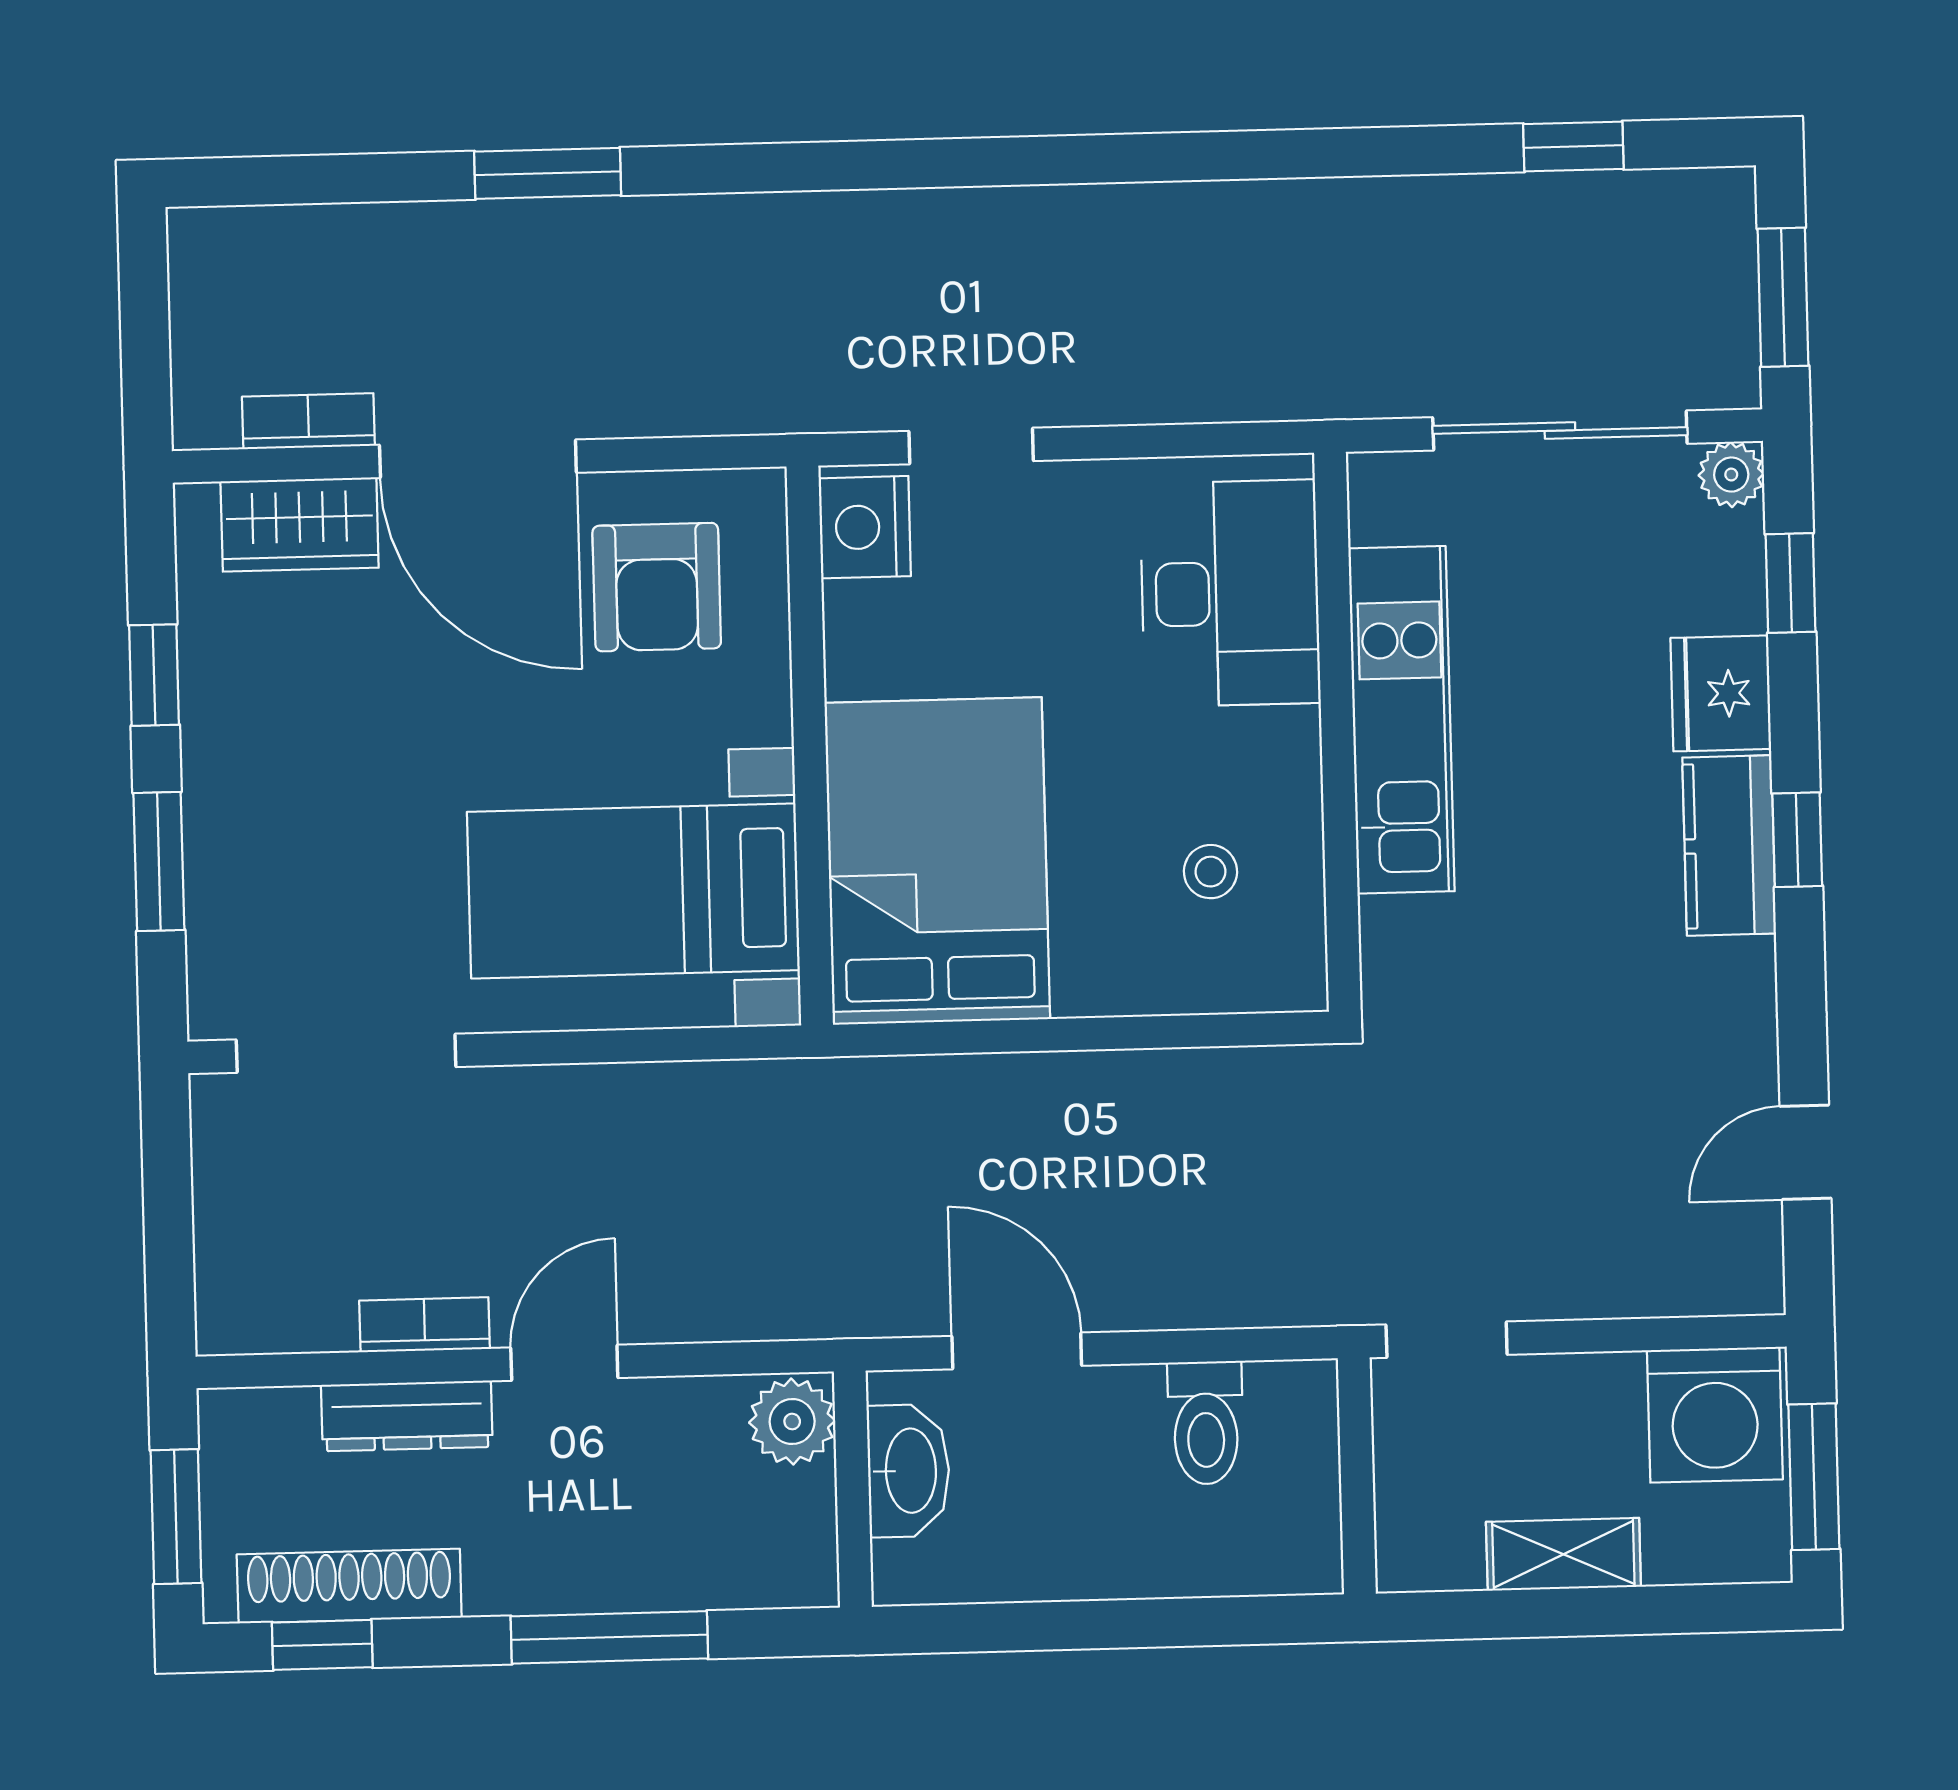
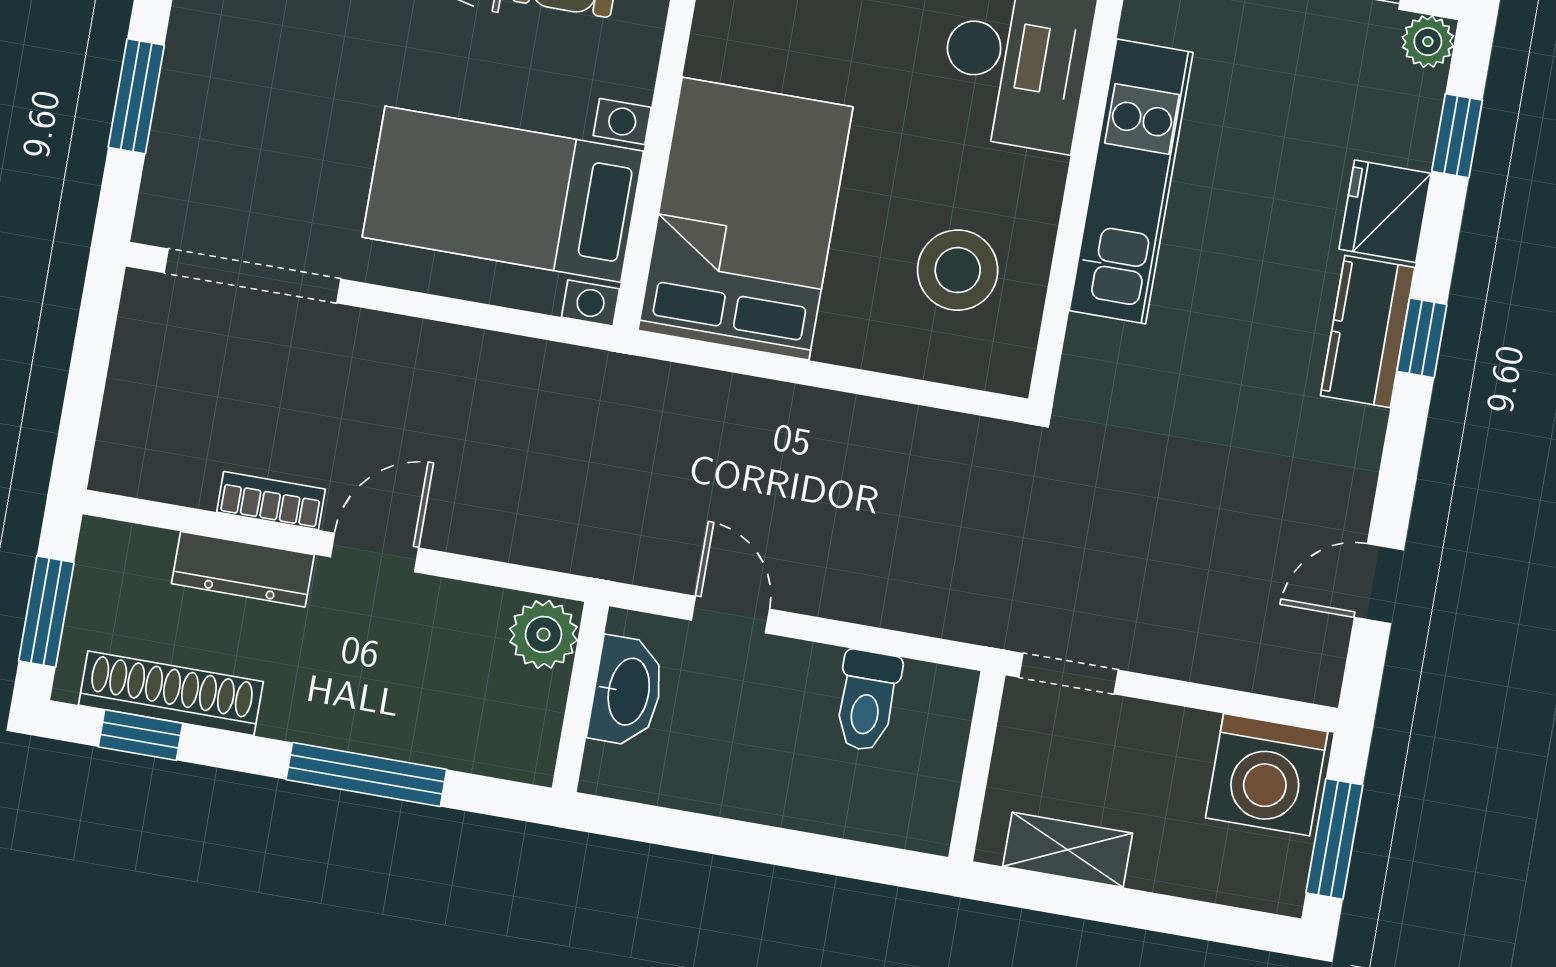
stool: (1210, 872) -> (958, 270), width x1.89, depth x1.89
door: (1017, 1351) -> (730, 615), width x0.73
shelving: (1563, 1554) -> (1068, 850), moved

